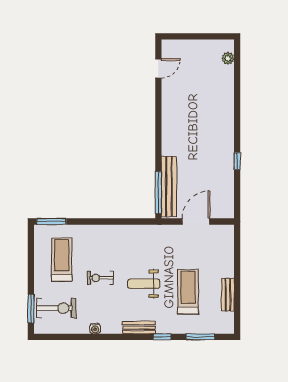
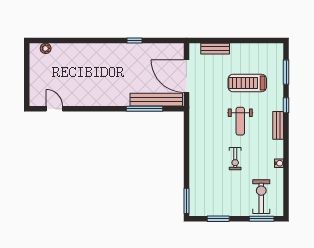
window: (158, 193) -> (144, 109), moved
door: (196, 221) -> (186, 76), width x1.36
window: (31, 258) -> (218, 219), added
treadmill: (62, 259) -> (219, 192), removed
bench: (228, 295) -> (215, 49), moved

